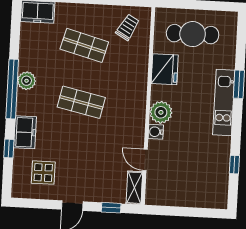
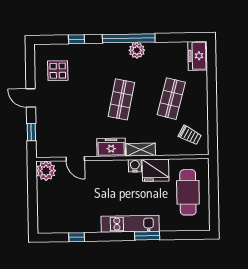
plant: (161, 112) -> (46, 171), moved
freezer: (25, 132) -> (111, 147), moved, turned 180
water cooler: (156, 132) -> (135, 166), moved
door: (145, 160) -> (75, 159), swing flipped
shelving: (134, 188) -> (141, 150), moved

